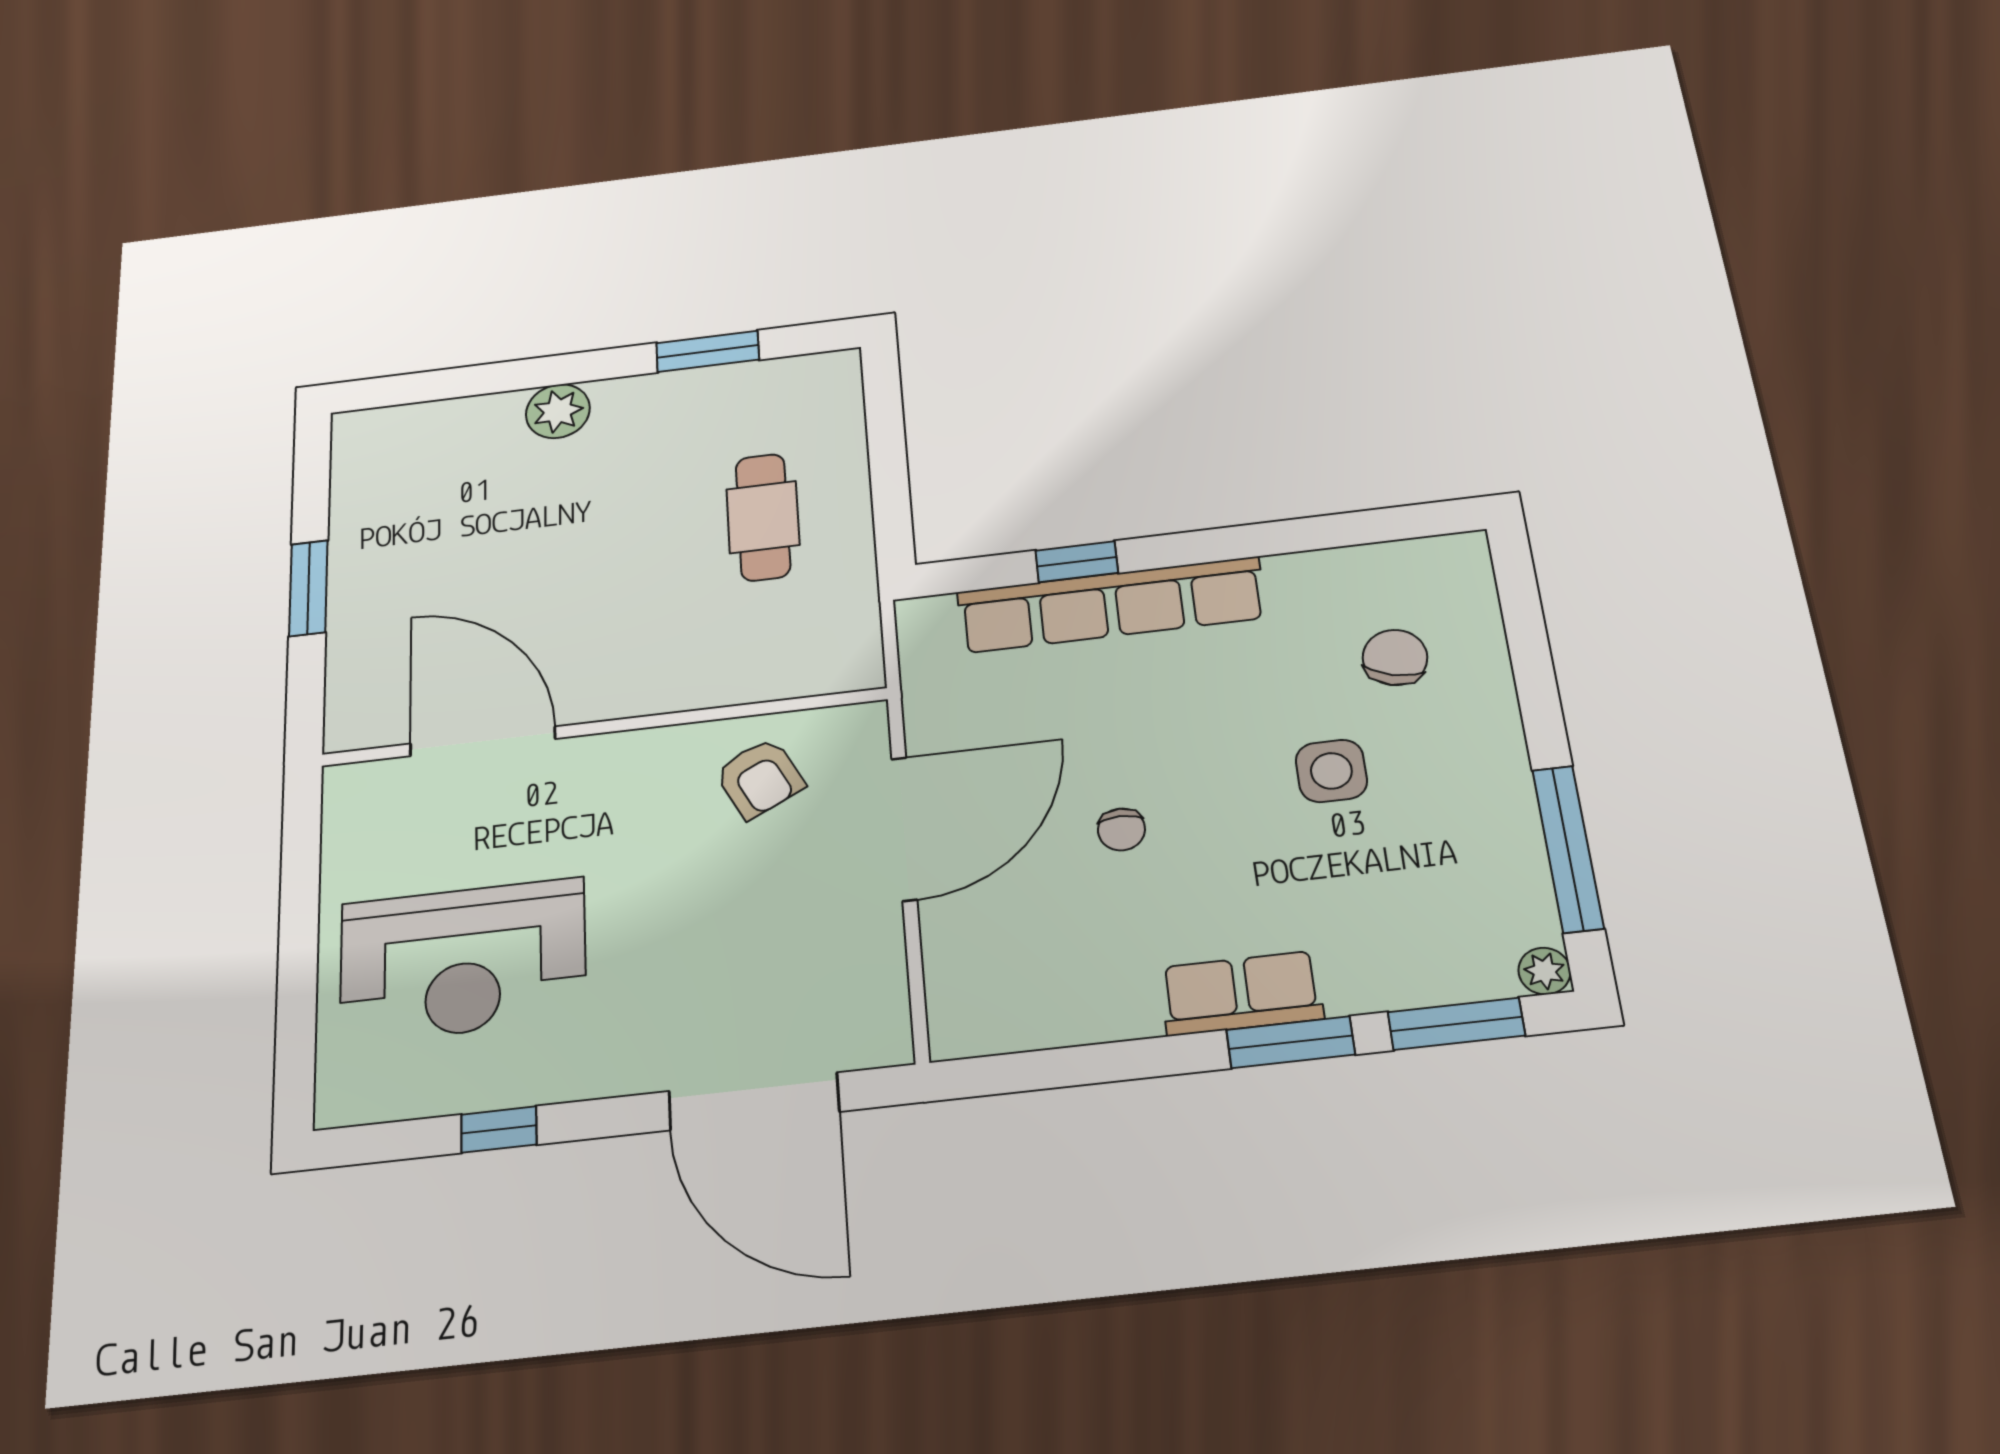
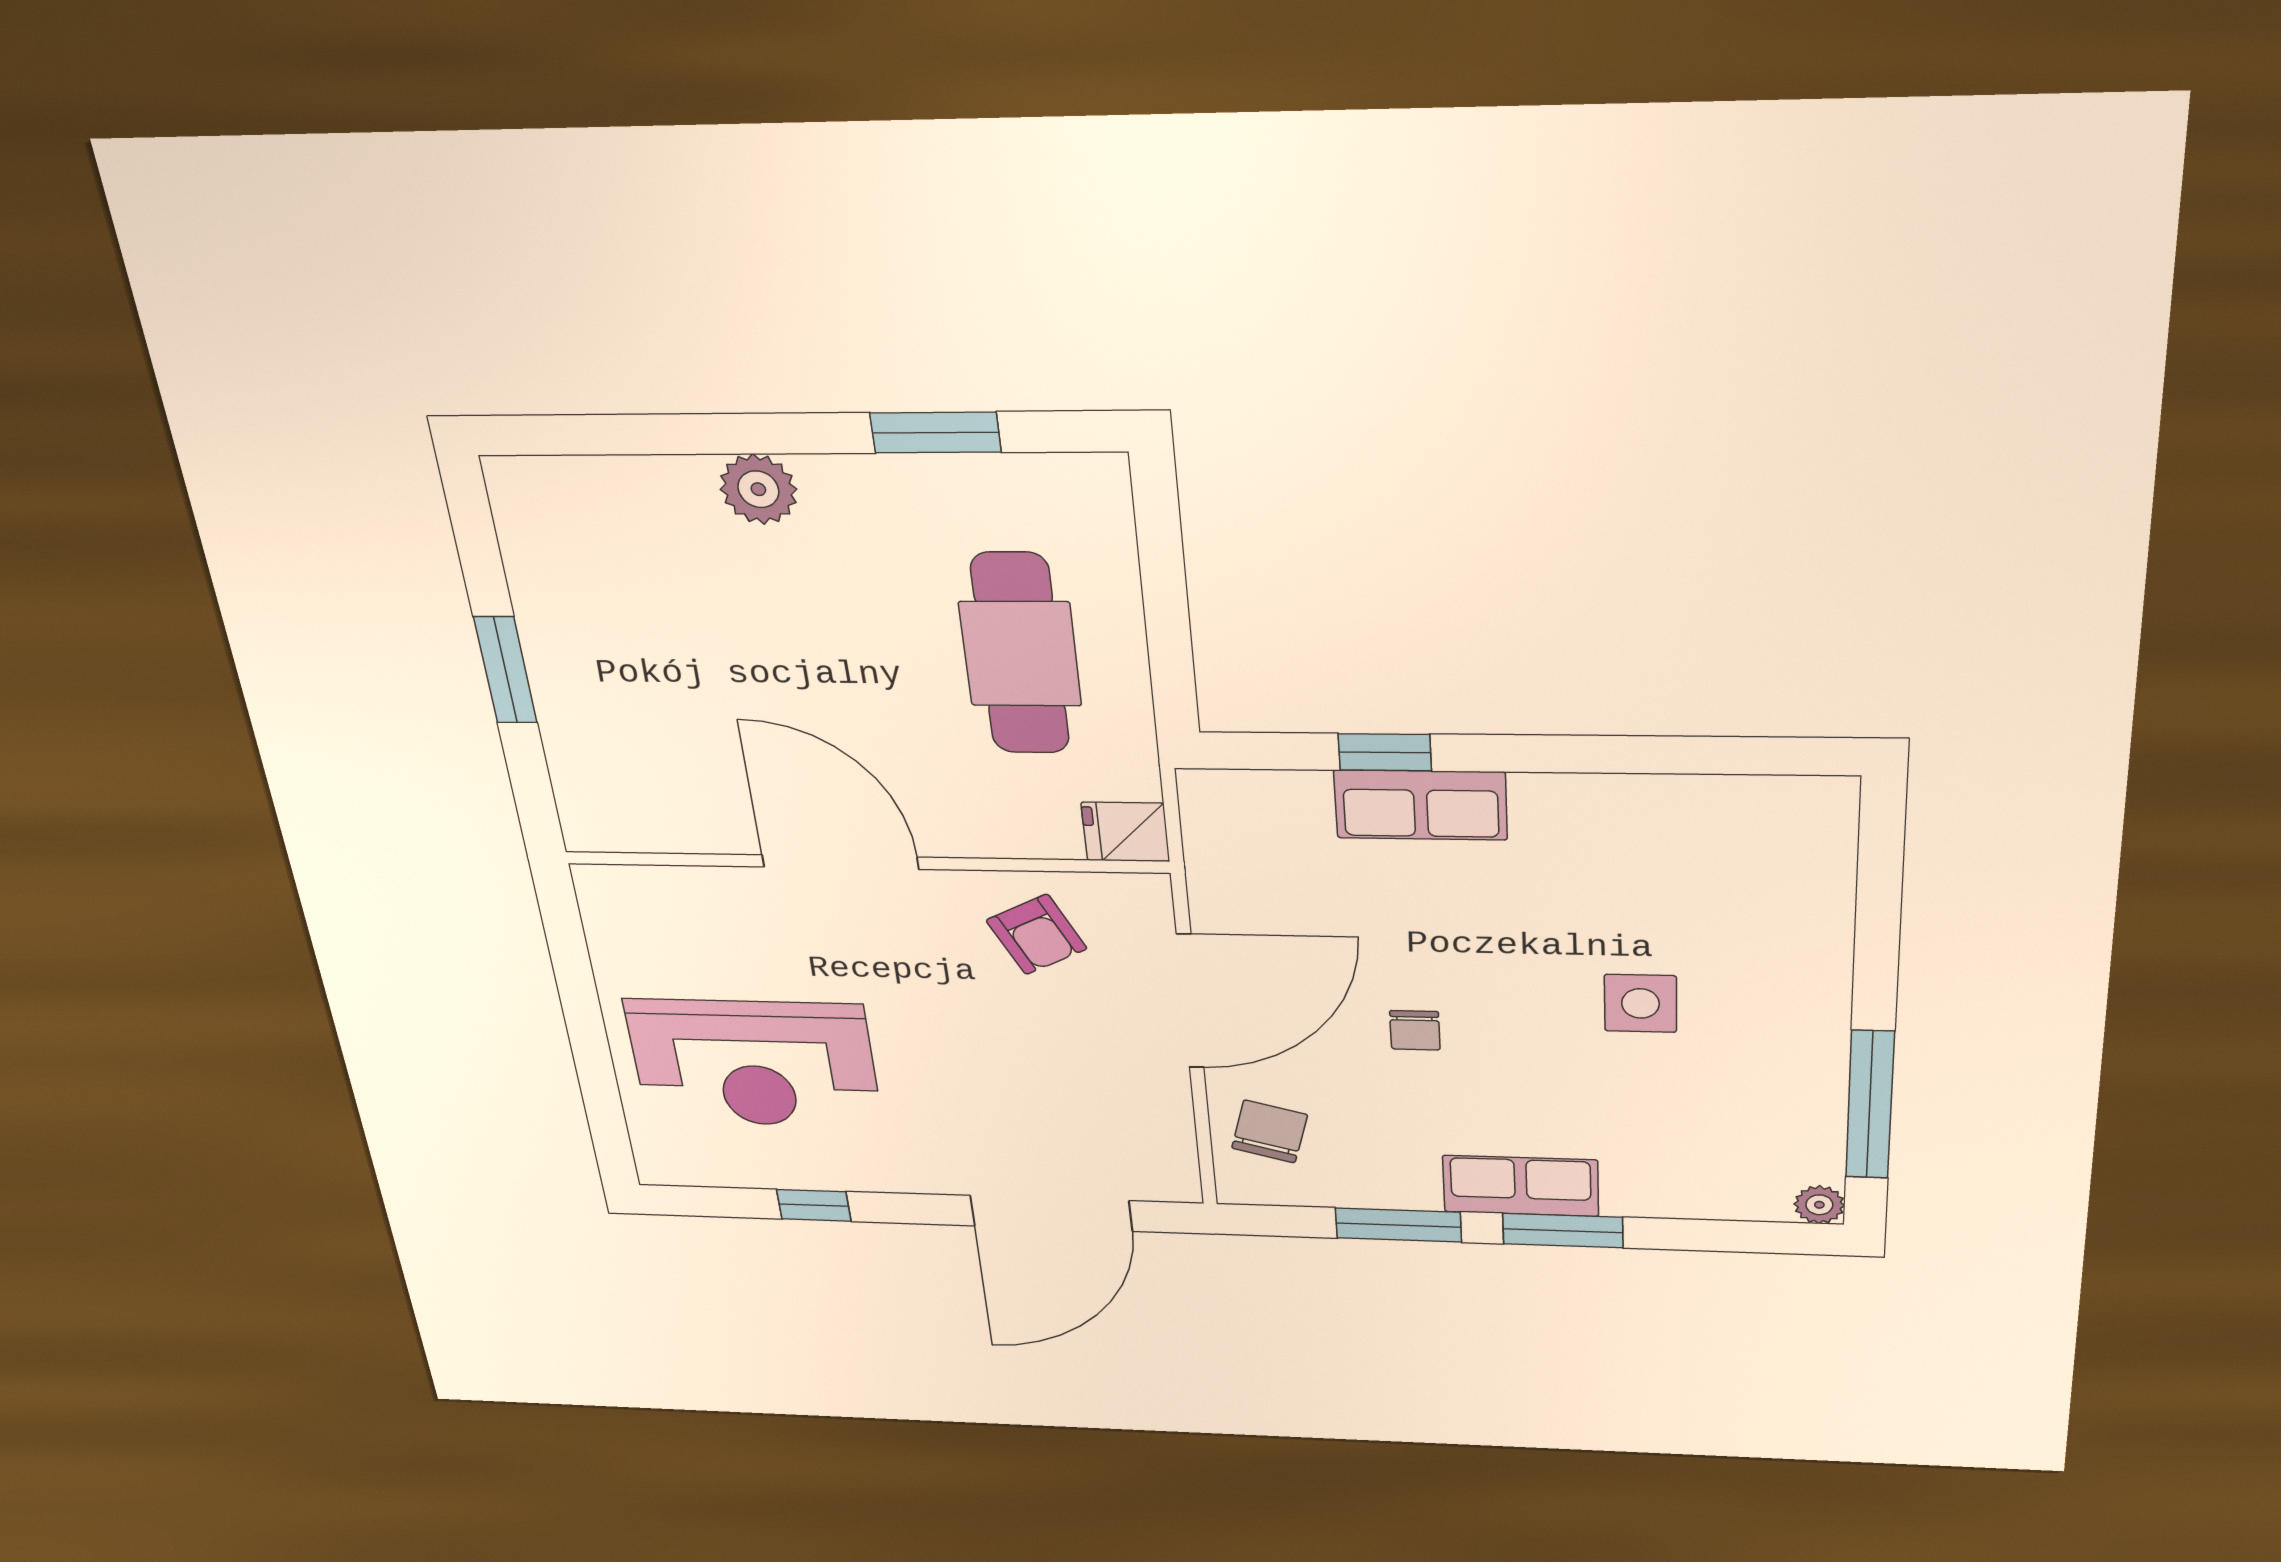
cafe table: (763, 517) -> (1020, 654), width x1.37, depth x1.35
row of seats: (1111, 605) -> (1421, 805), width x0.50
chair: (1395, 657) -> (1270, 1131), moved
fridge: (847, 665) -> (1125, 832), added
door: (483, 741) -> (840, 862), moved
window: (1456, 1024) -> (1398, 1225), moved
door: (754, 1101) -> (1051, 1213), hinge flipped

